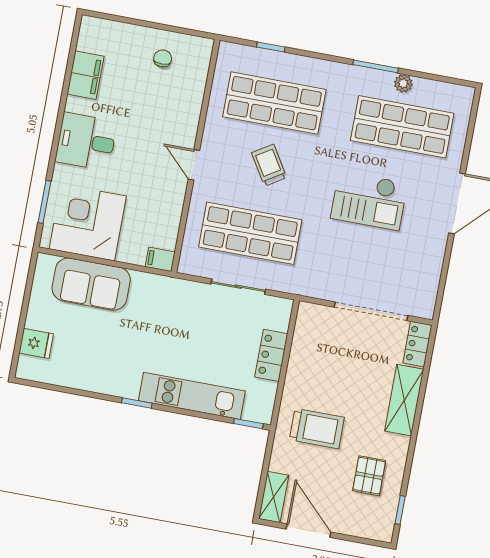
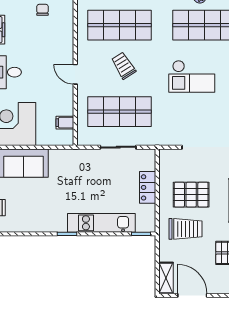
filing cabinet: (160, 259) -> (65, 123), moved
pallet: (335, 378) -> (191, 195), added

